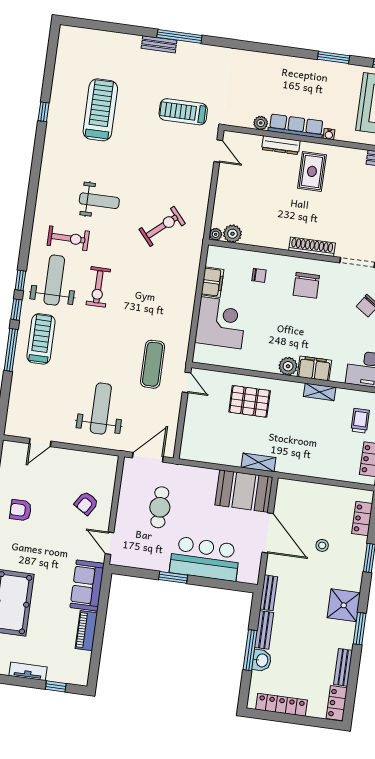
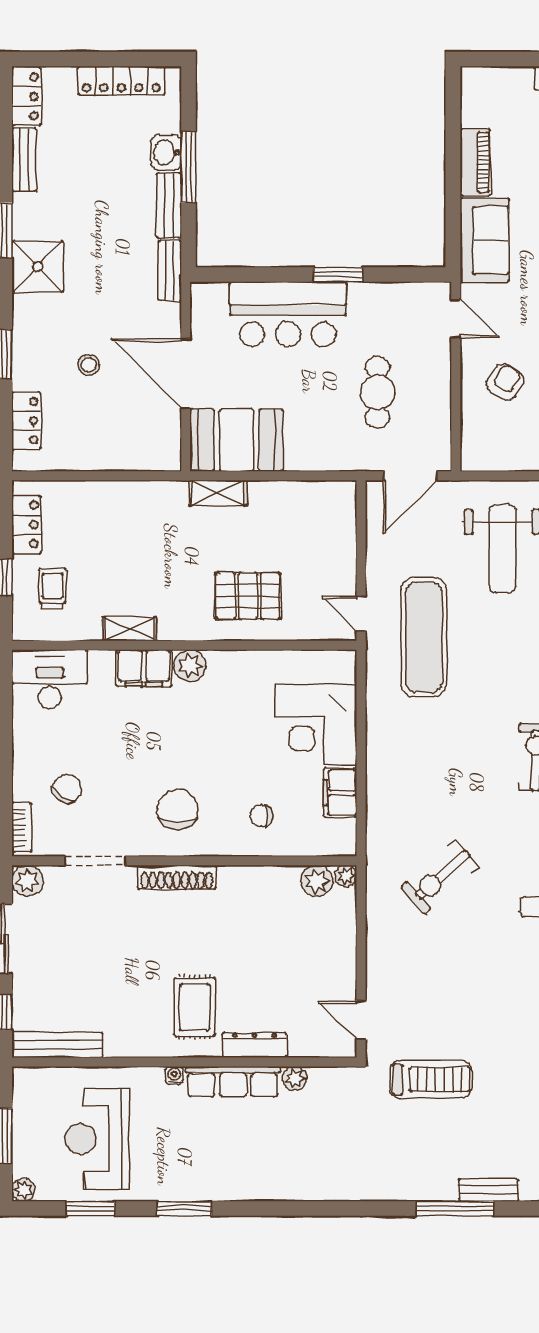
exercise mat: (153, 364) -> (424, 637), width x1.36, depth x1.45
trolley: (360, 421) -> (53, 589), turned 180
window: (56, 686) -> (515, 59), removed

